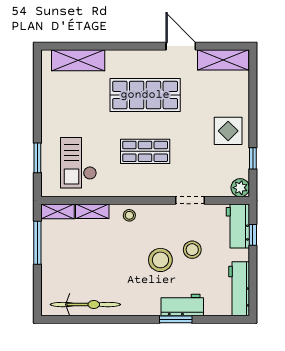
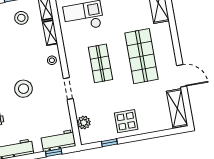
door: (181, 46) -> (182, 76), hinge flipped
plant: (240, 188) -> (84, 123), moved
doorway: (190, 200) -> (68, 88), moved
stool: (192, 250) -> (21, 18), moved

